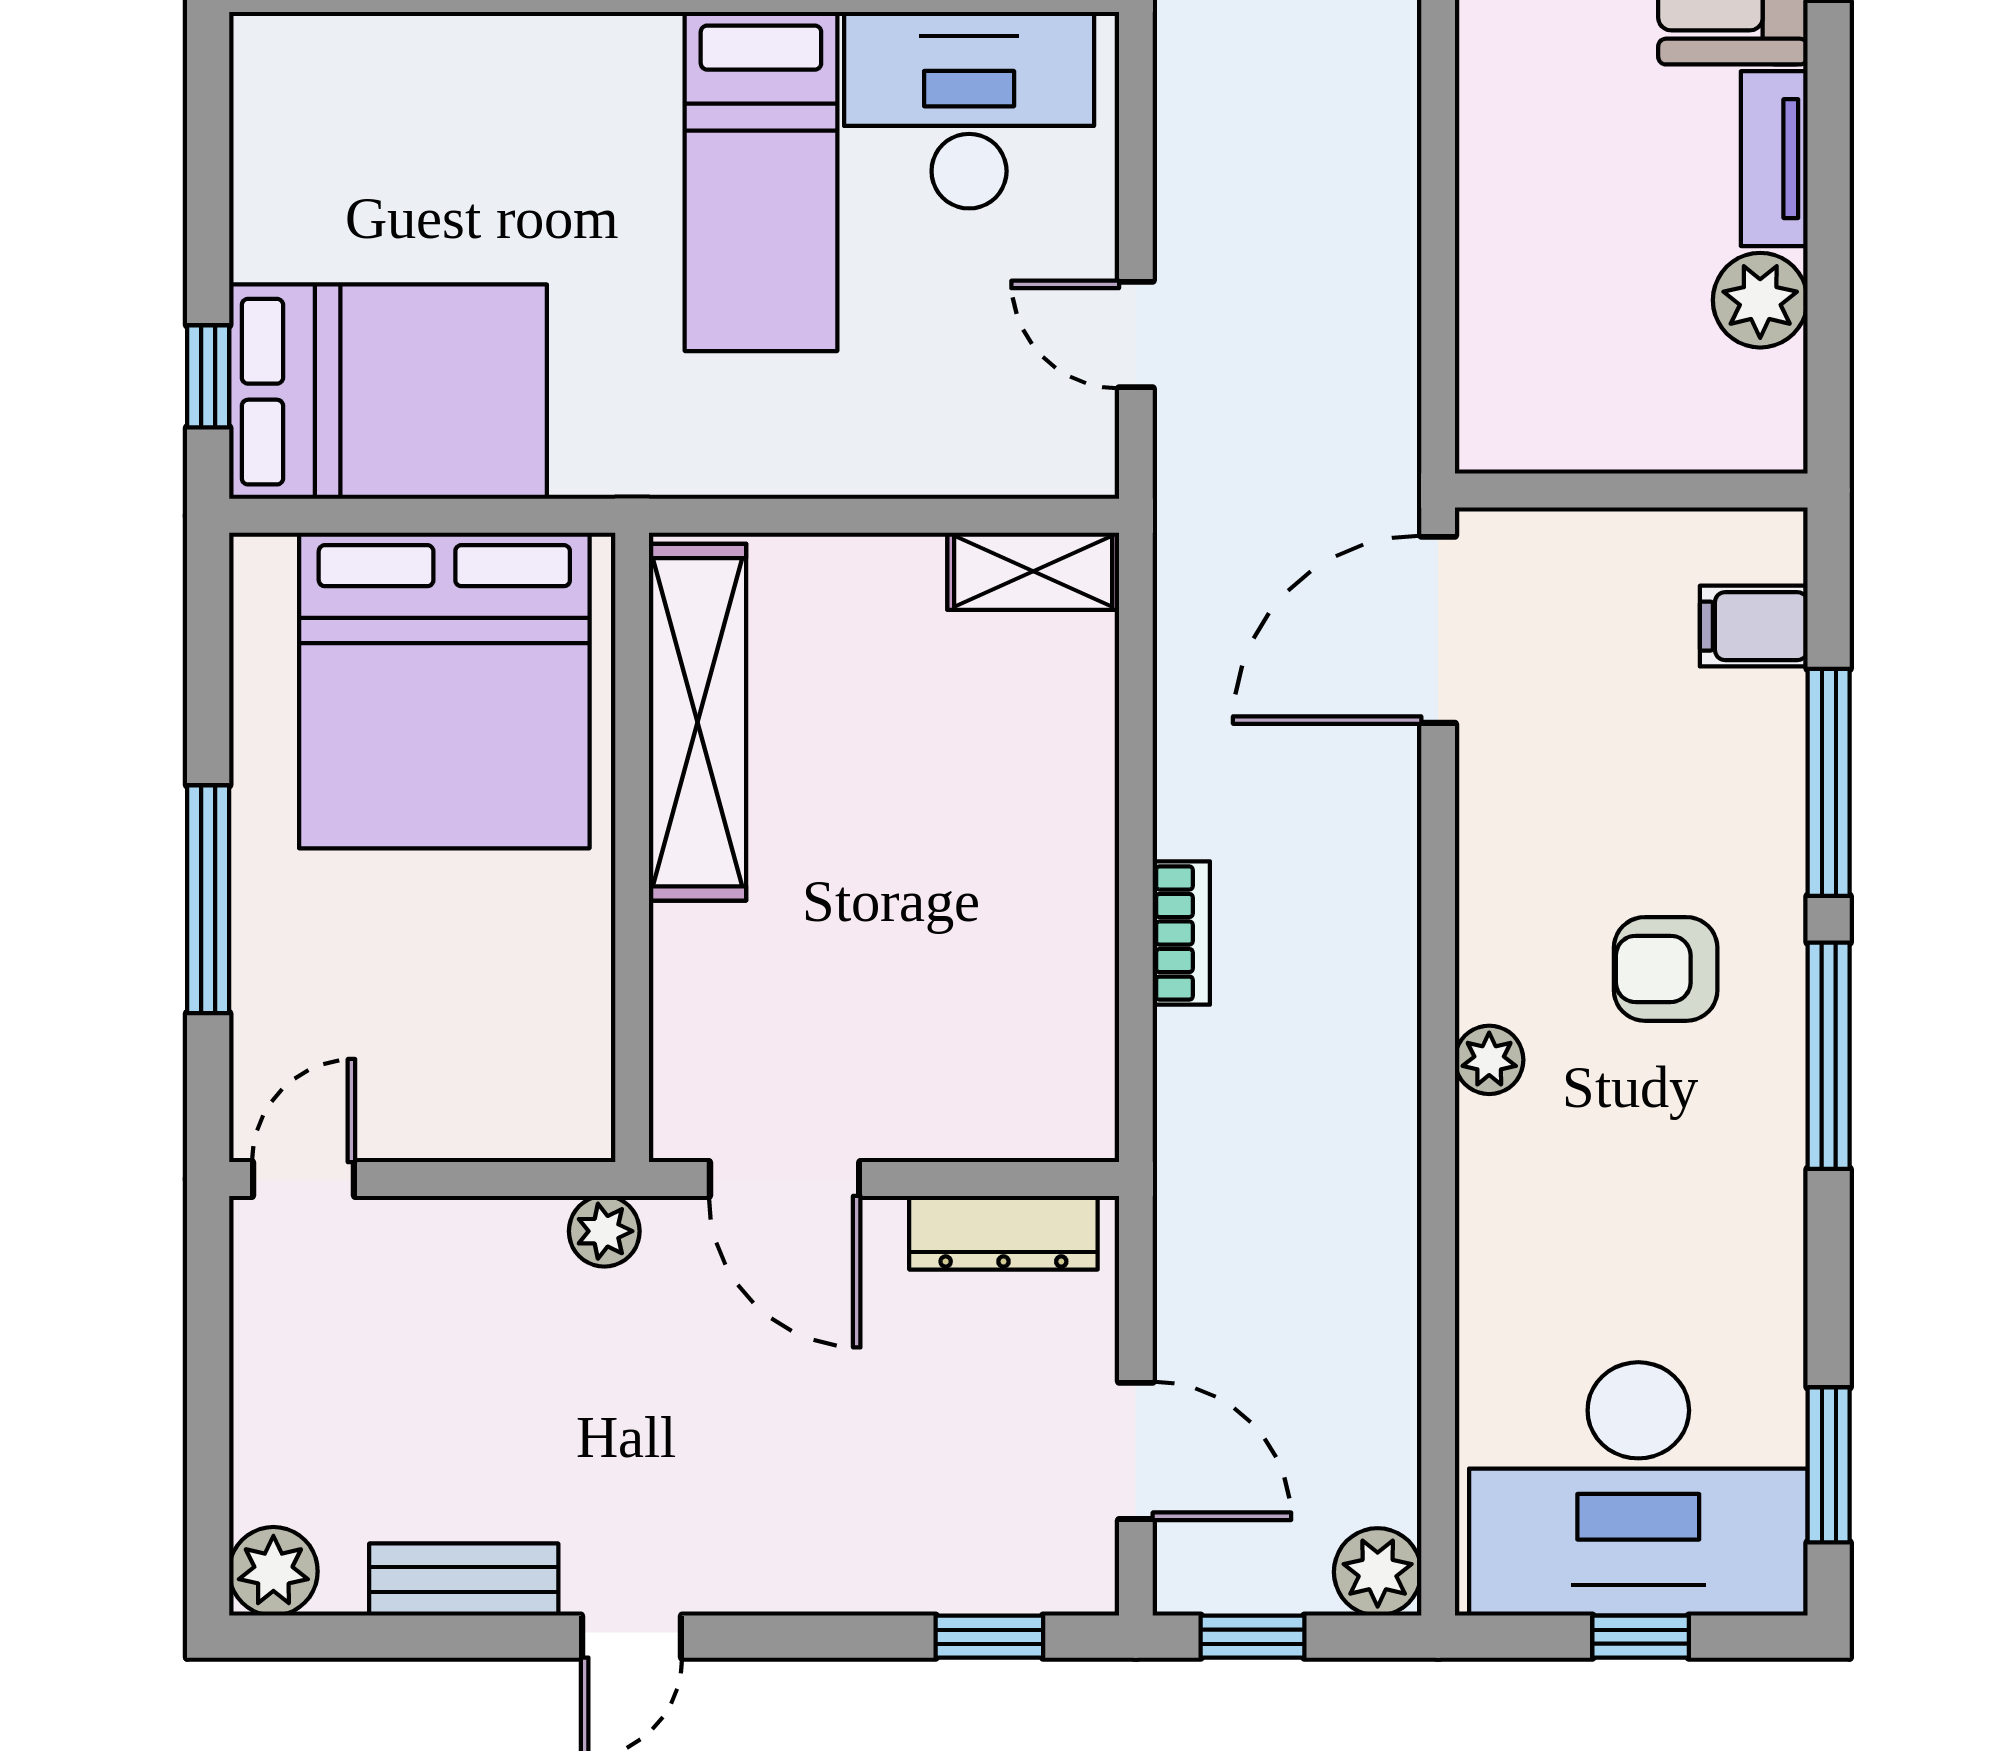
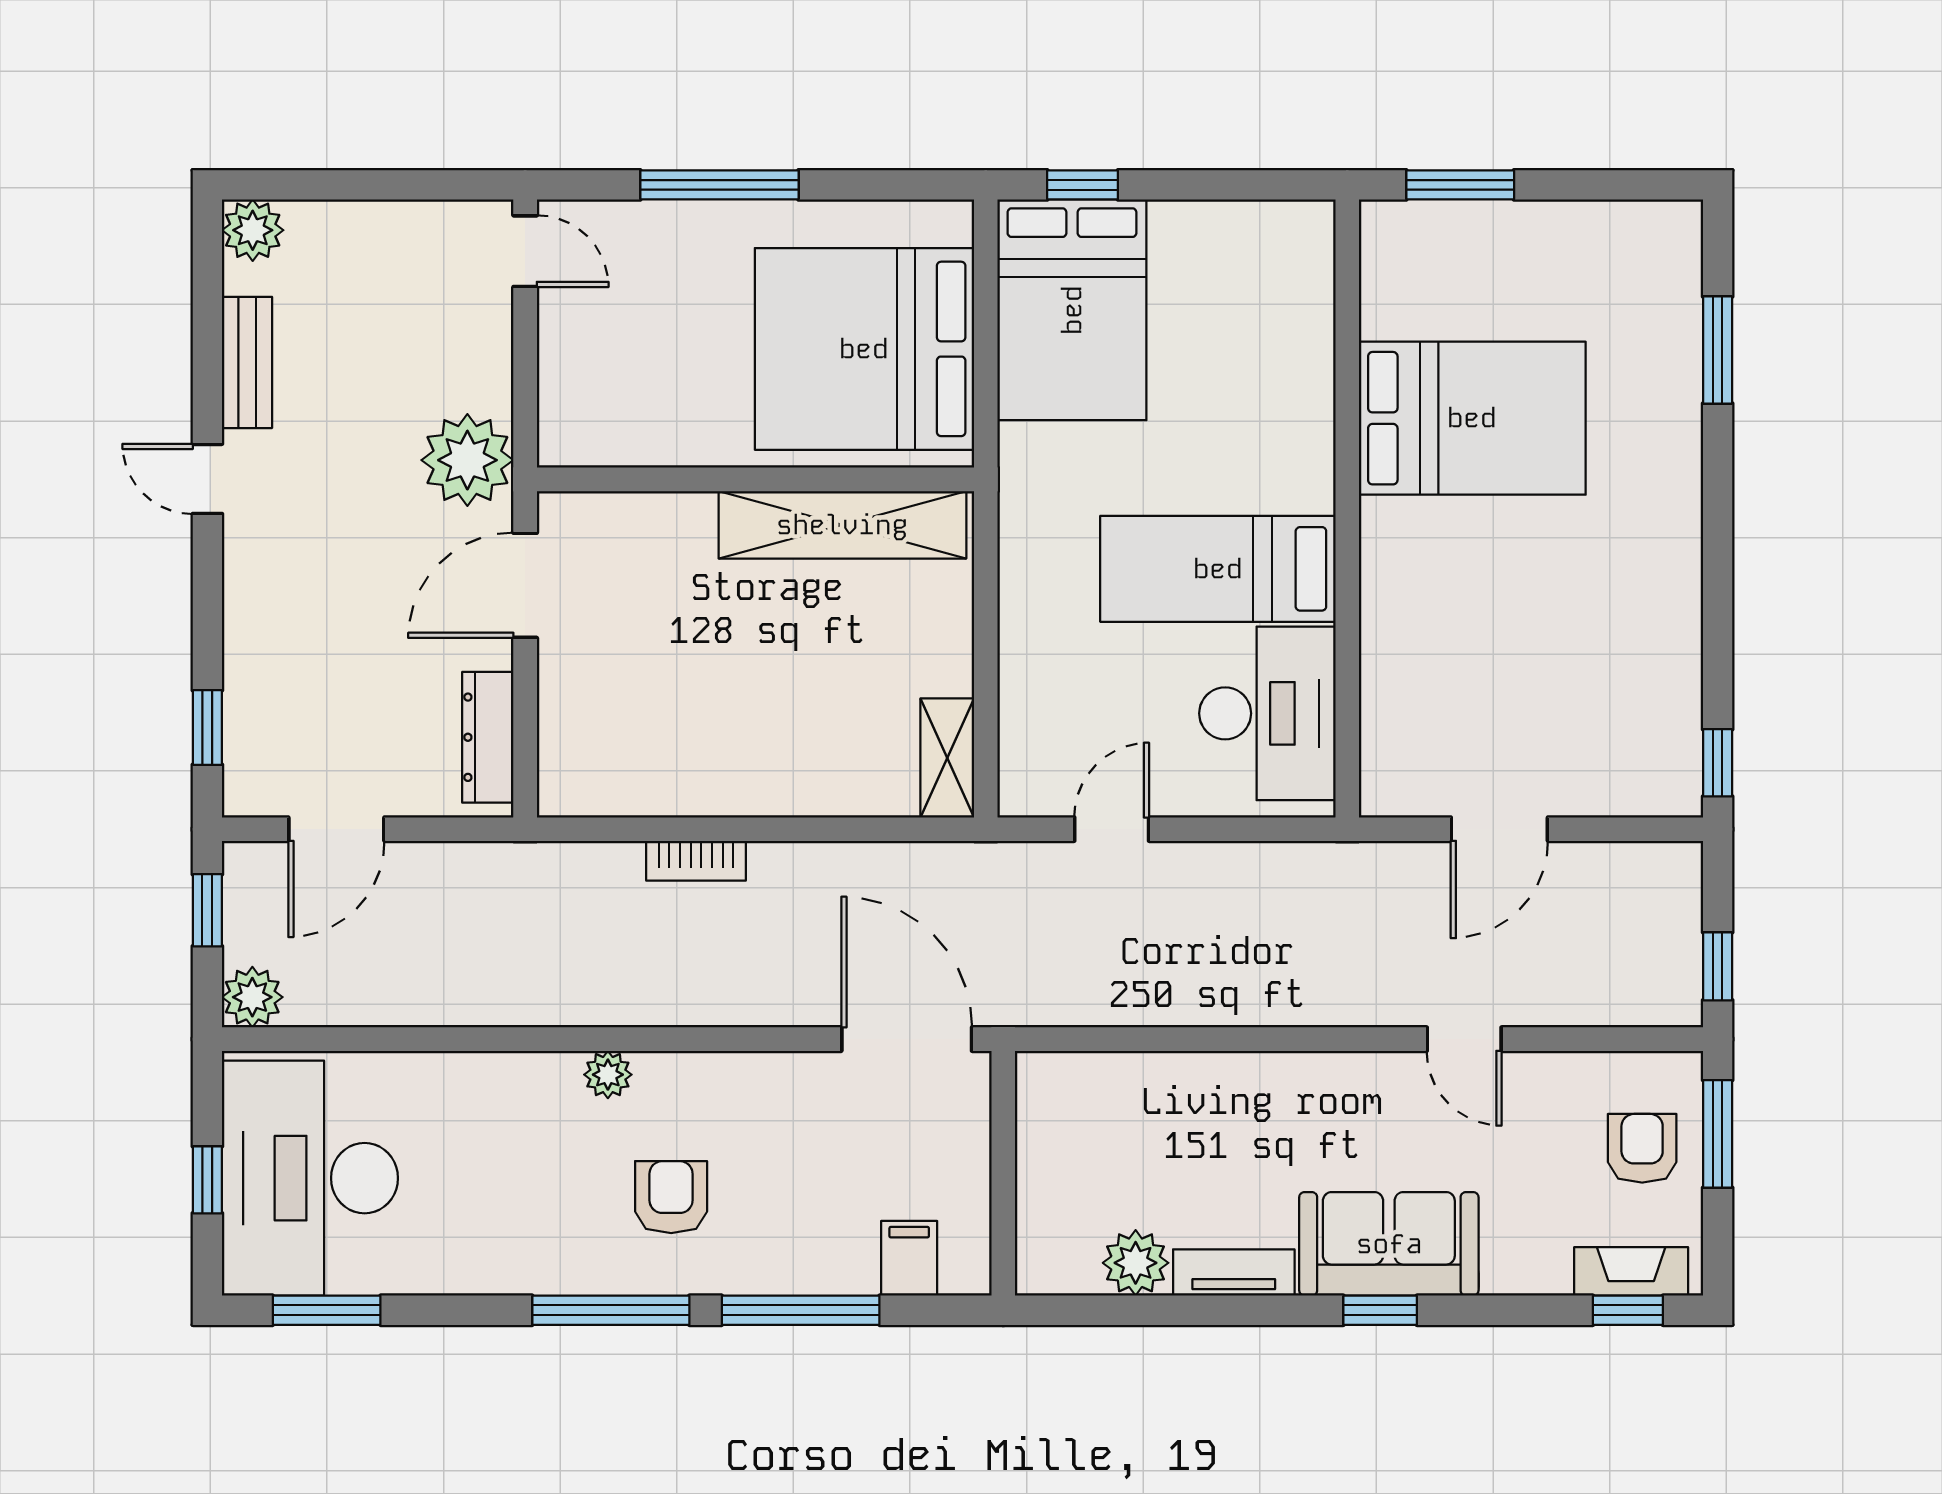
plant: (604, 1231) -> (467, 460), width x1.88, depth x1.88

